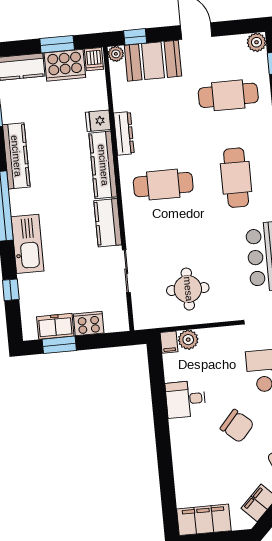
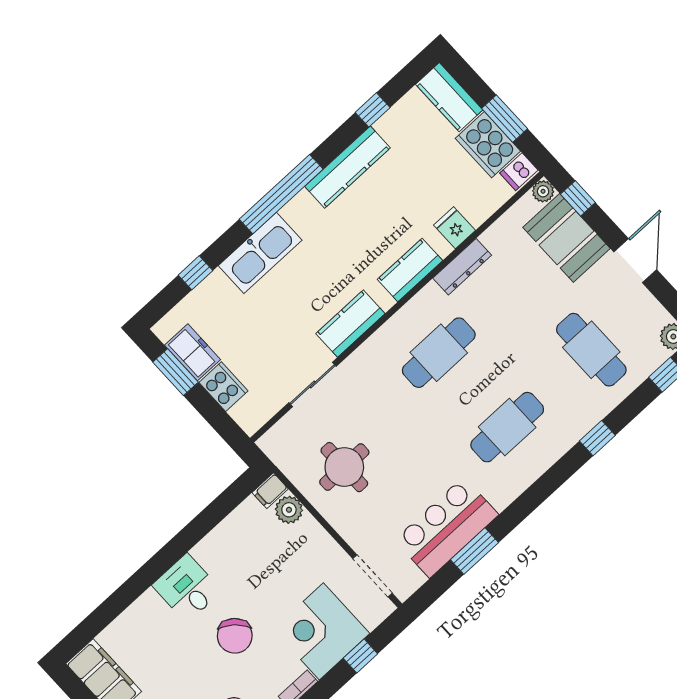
kitchen counter: (103, 165) -> (410, 270), width x0.67
cafe table: (163, 185) -> (439, 353), turned 90
desk: (186, 399) -> (187, 588), moved

